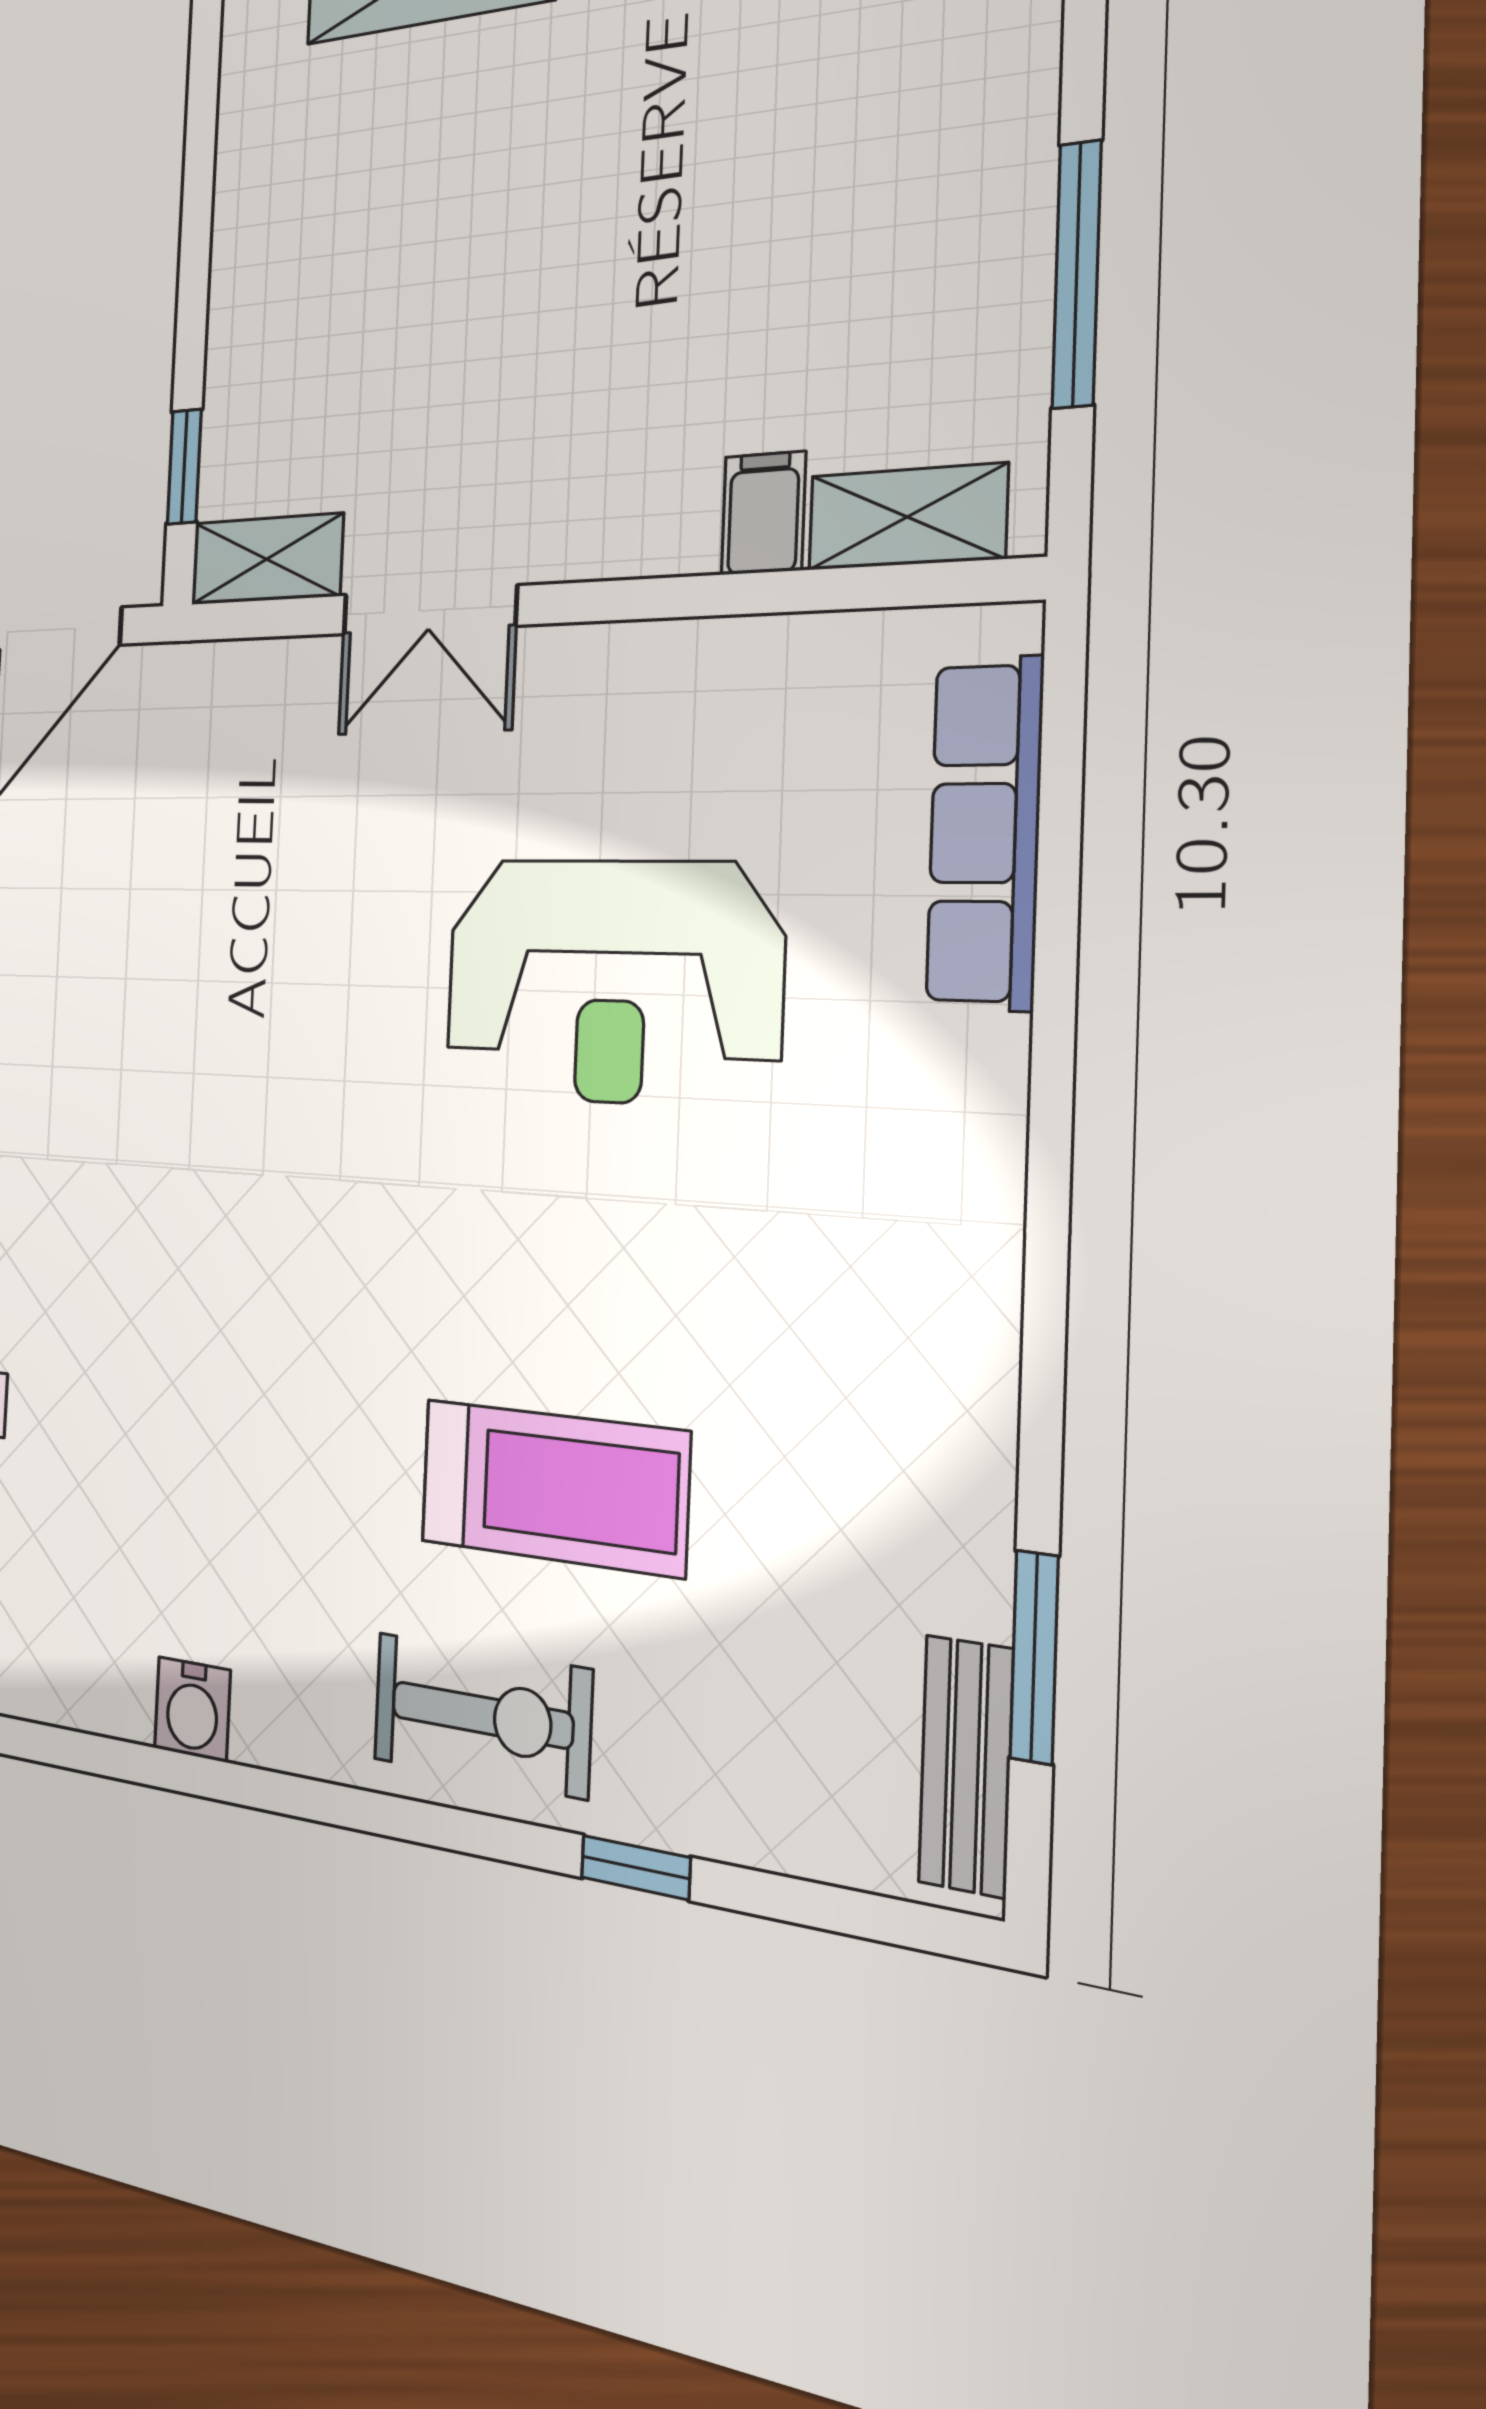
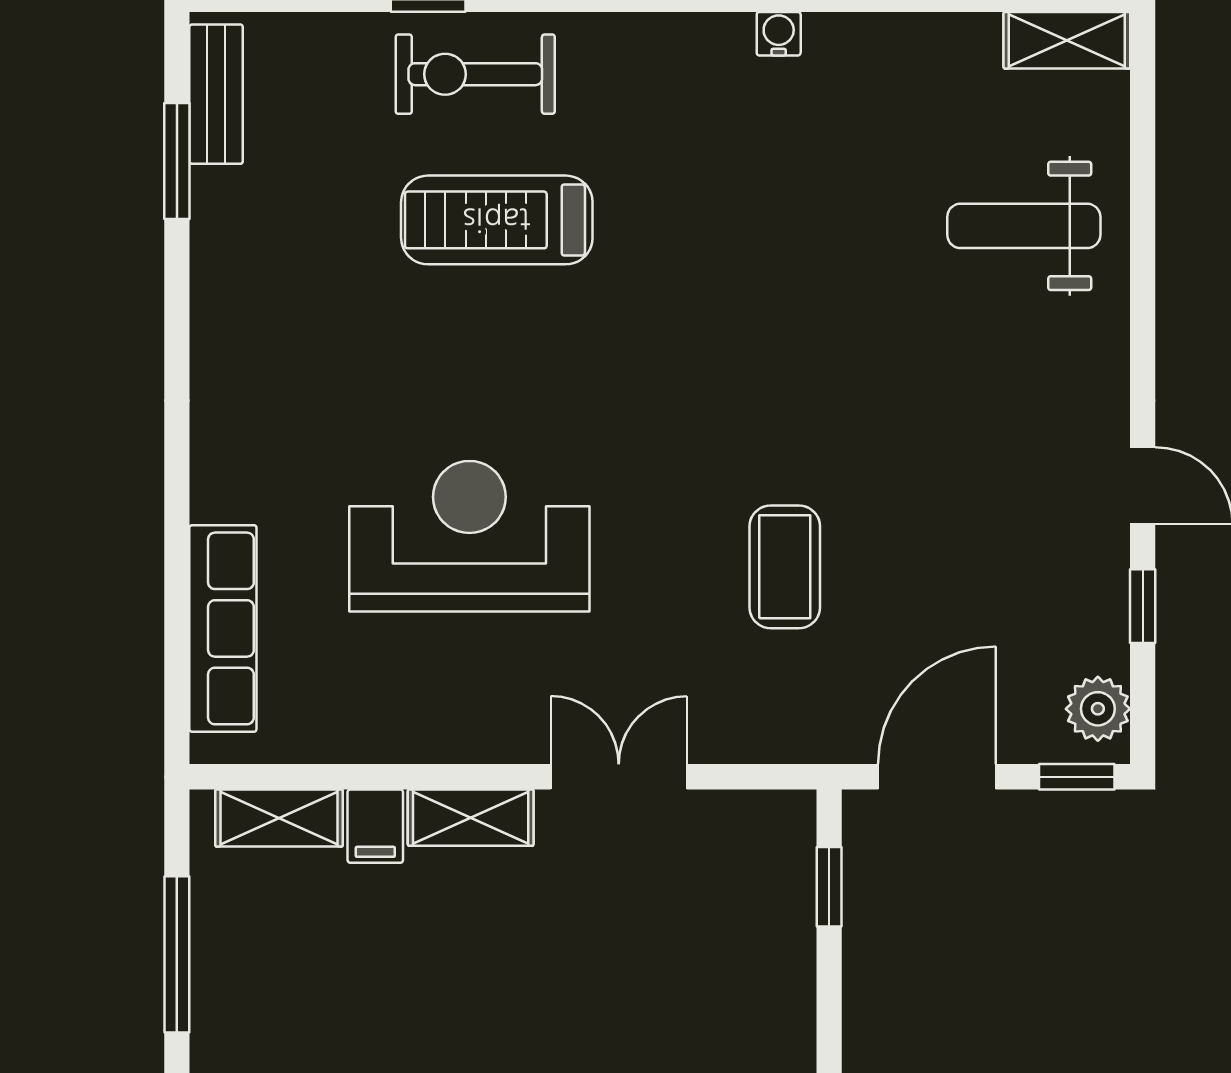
shelving: (267, 559) -> (471, 818), moved
coffee table: (213, 926) -> (785, 567), added
water cooler: (192, 1709) -> (779, 34), width x0.72, depth x0.72
exercise bike: (482, 1715) -> (475, 74), moved

